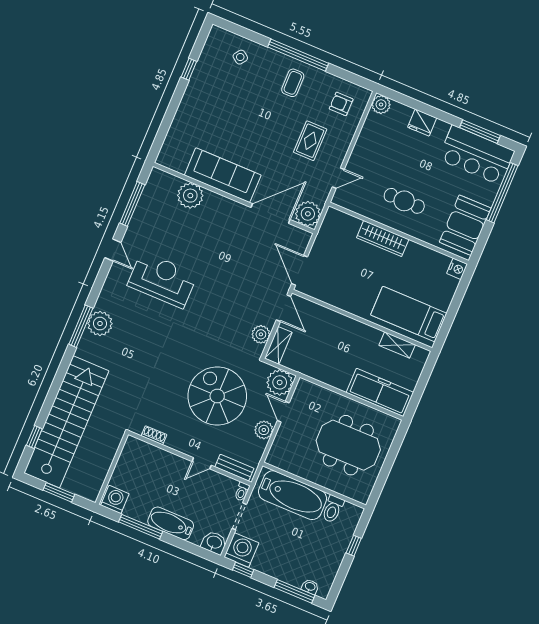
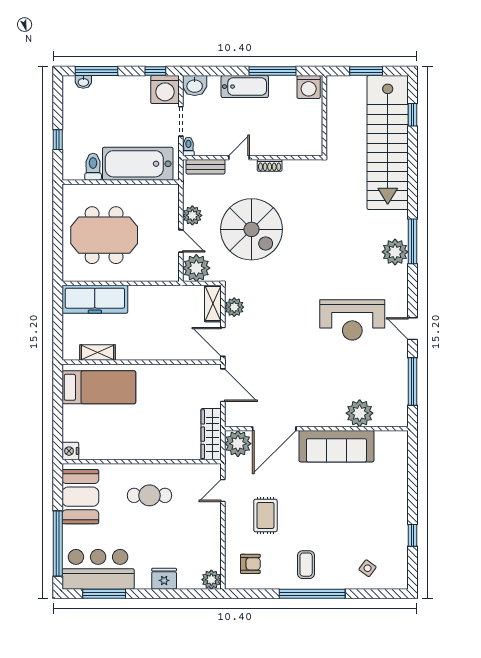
wardrobe: (383, 239) -> (211, 434), moved, turned -90
shoe rack: (154, 435) -> (270, 165), moved

